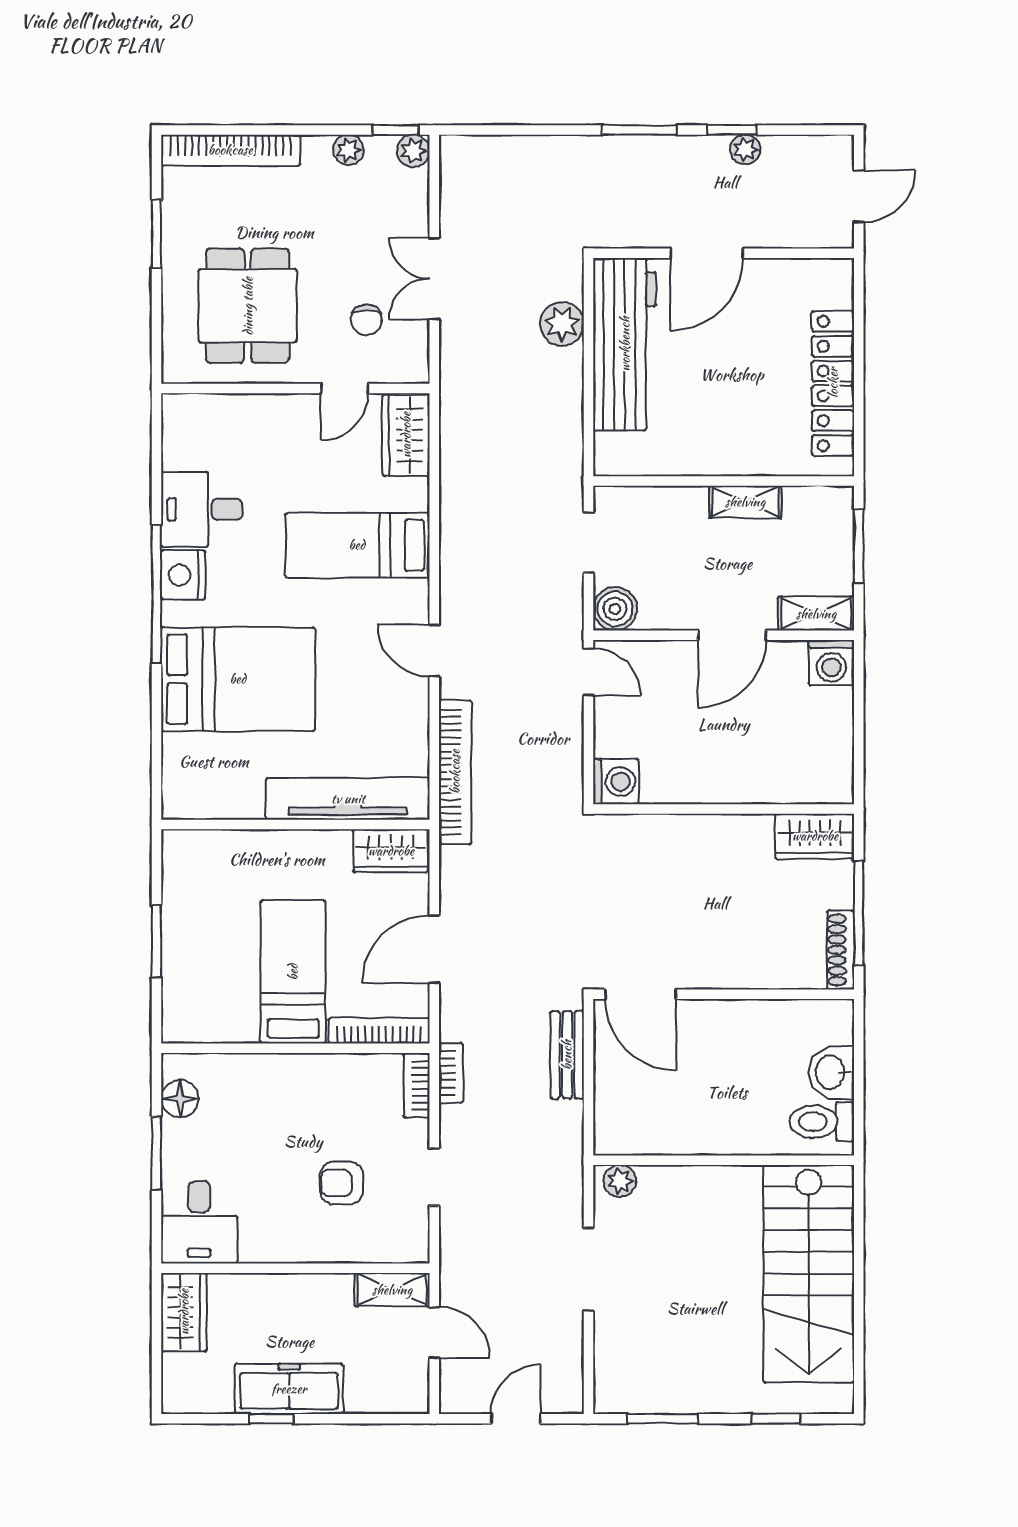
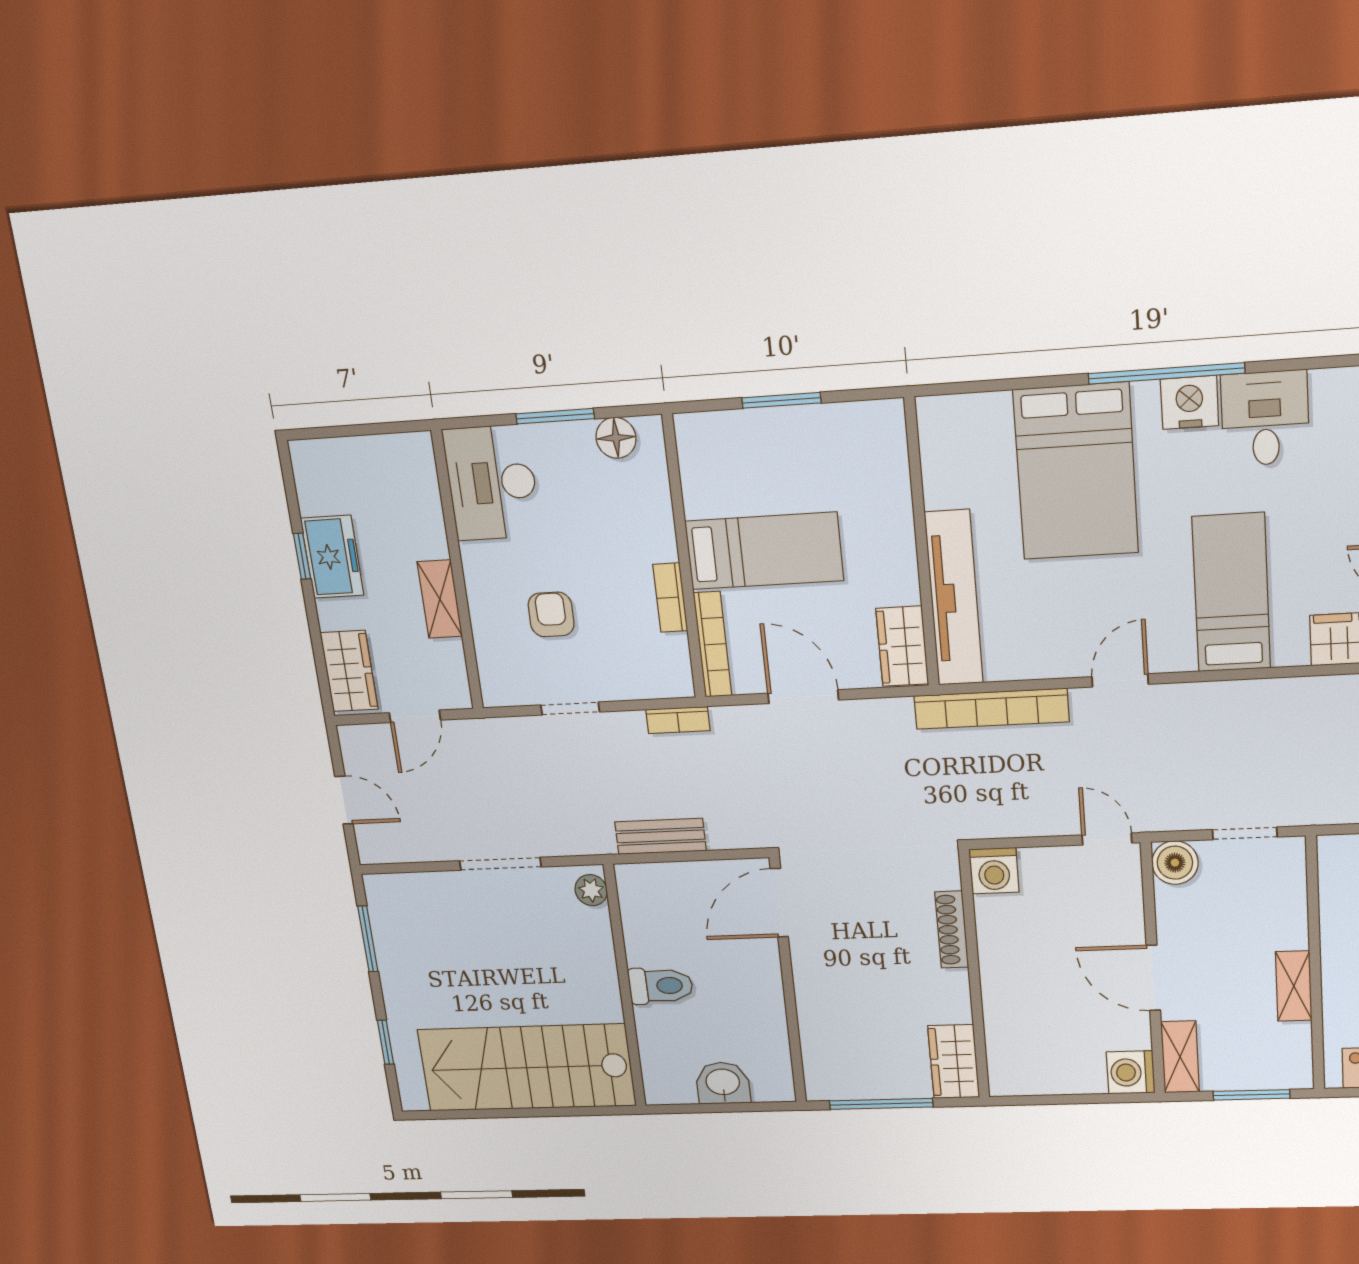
door: (589, 672) -> (1107, 839), swing flipped
shoe rack: (841, 950) -> (952, 930), moved, turned -90
bench: (567, 1055) -> (661, 836), moved
bookcase: (417, 1085) -> (670, 598), moved, turned -90
toilet: (822, 1122) -> (661, 986), moved, turned 90
desk: (199, 1222) -> (492, 483), width x1.37
shelving: (392, 1290) -> (440, 599), moved
wardrobe: (184, 1312) -> (349, 671), moved, turned -90
freezer: (289, 1389) -> (332, 557), width x0.71

